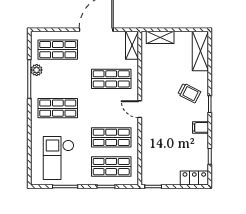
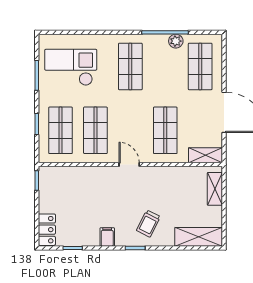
door: (140, 109) -> (129, 164), hinge flipped

